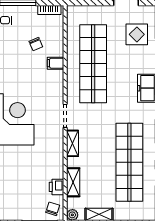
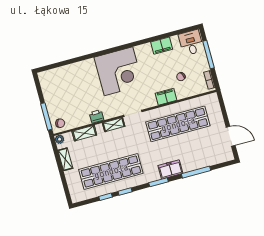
display table: (137, 34) -> (209, 151), removed
filing cabinet: (56, 63) -> (166, 97), width x2.00
printer: (57, 187) -> (97, 116), moved

